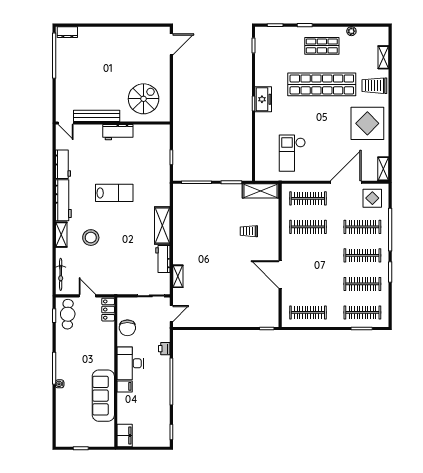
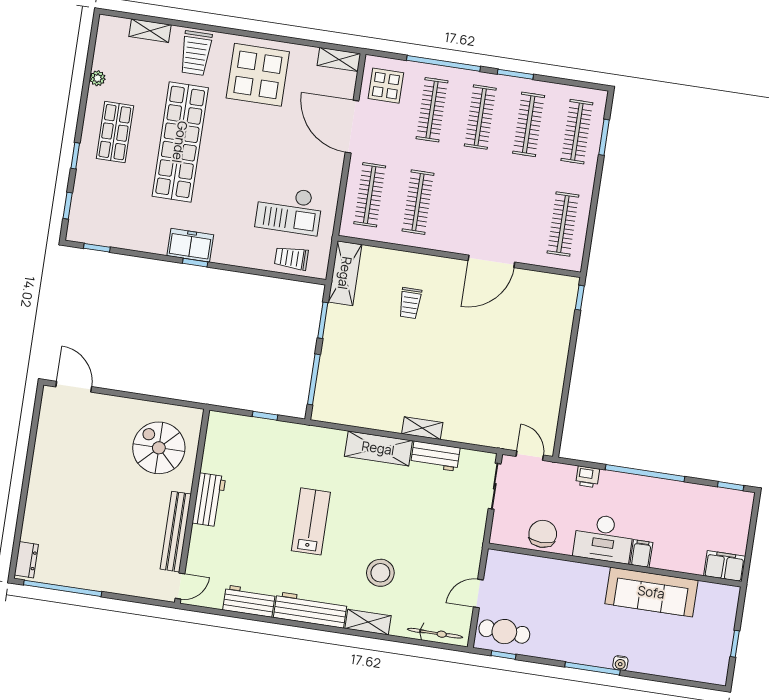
trolley: (264, 159) -> (291, 258), added
shelving: (178, 276) -> (422, 428), moved
locker: (108, 310) -> (507, 562), removed
chair: (127, 328) -> (543, 534), turned -90

